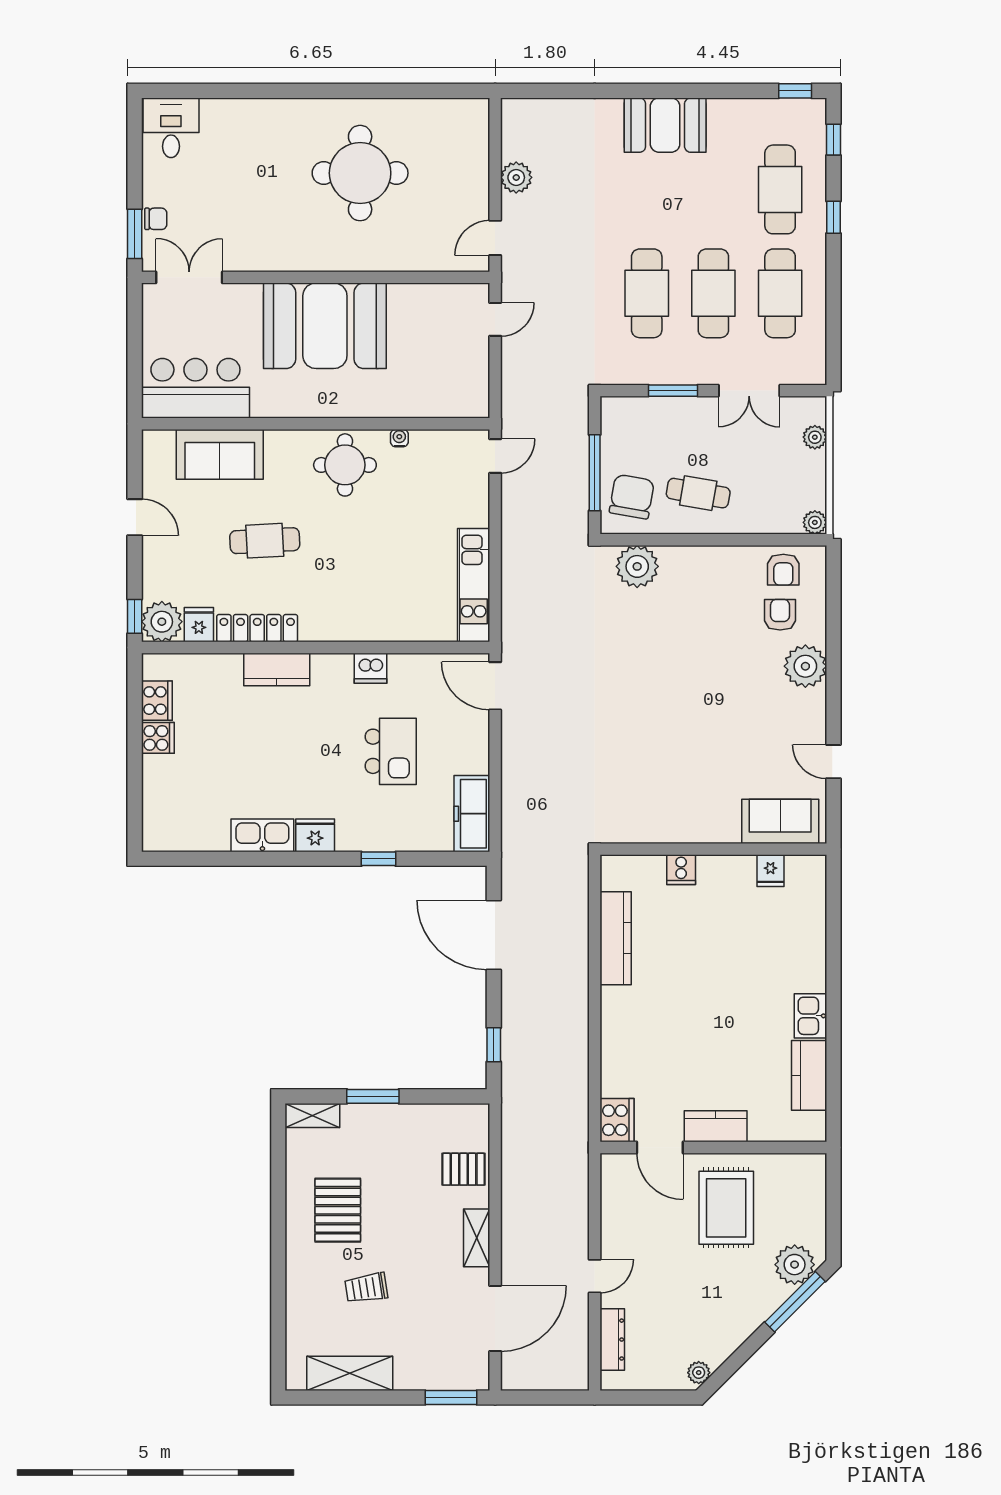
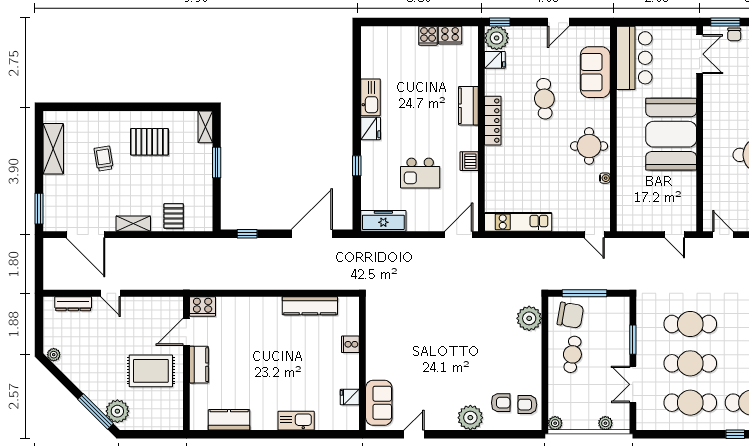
locker: (257, 628) -> (493, 121), moved
kitchen sink: (811, 1016) -> (296, 421), moved, width x1.38

